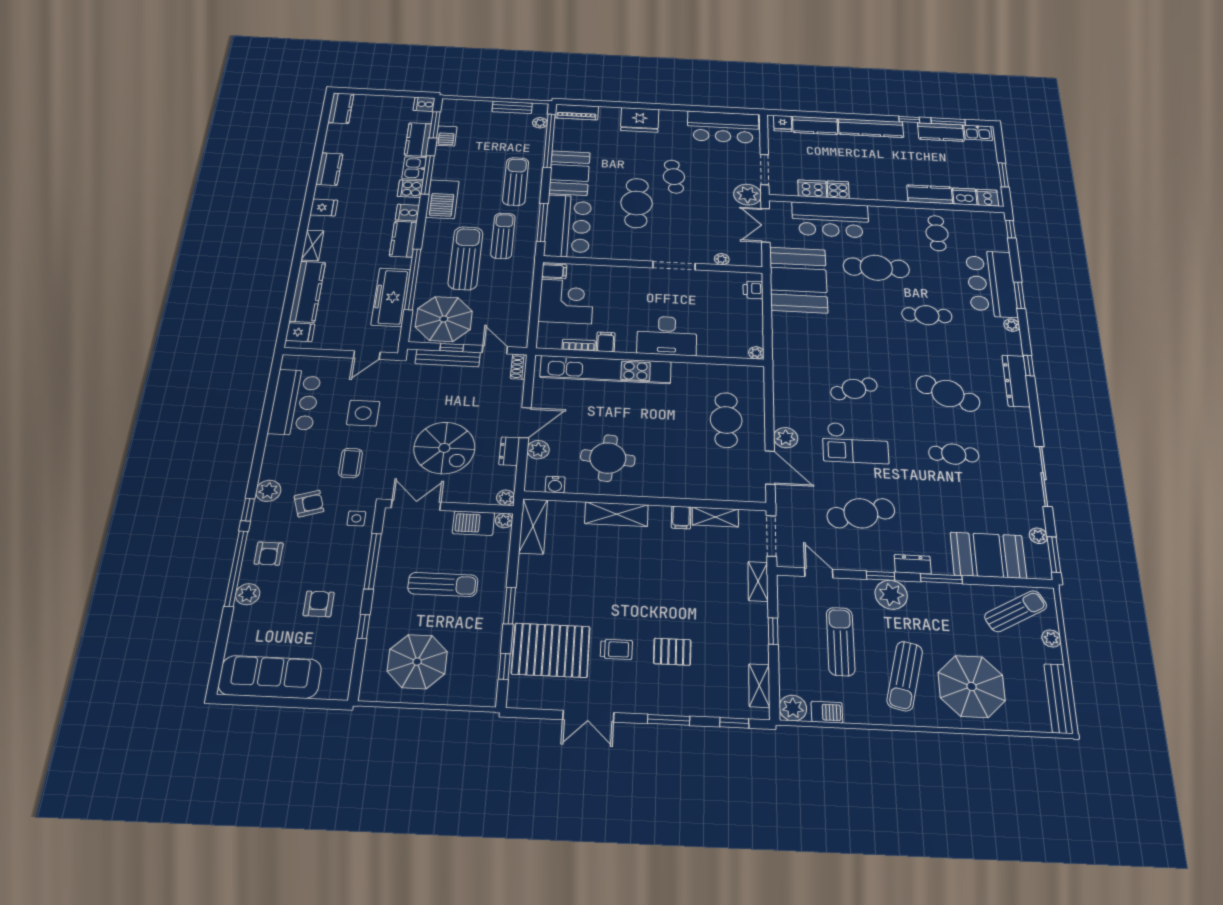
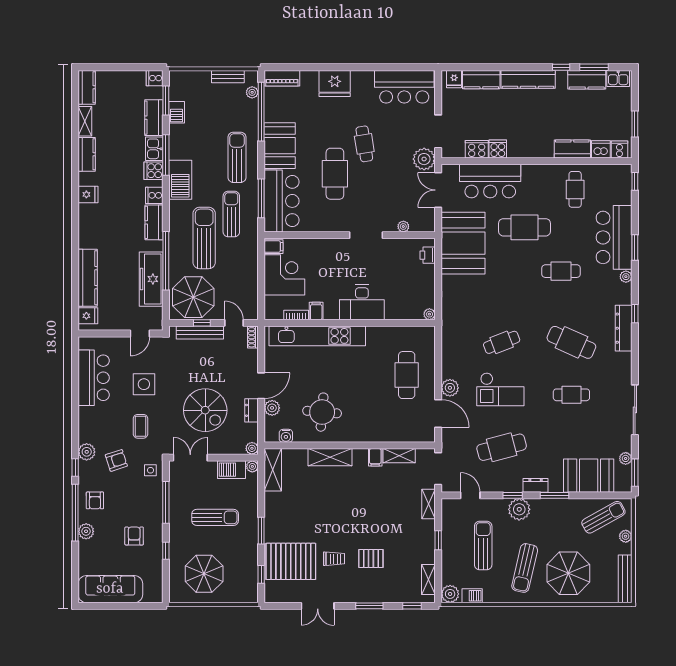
shelving: (313, 245) -> (85, 121), moved

